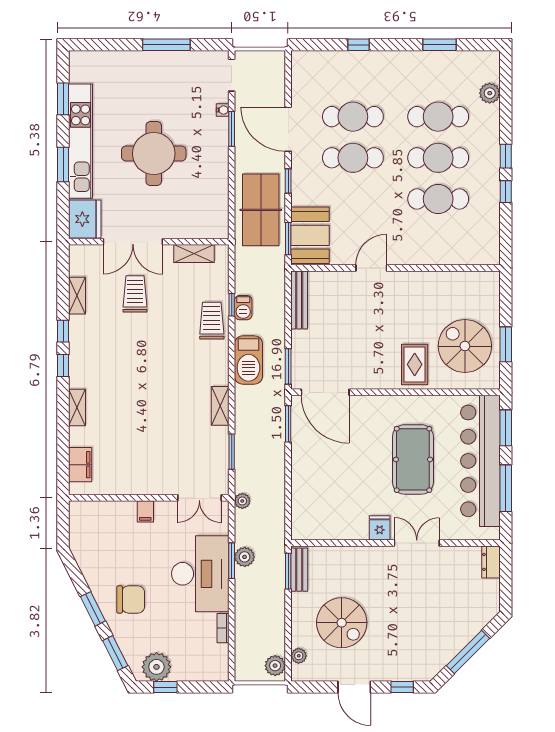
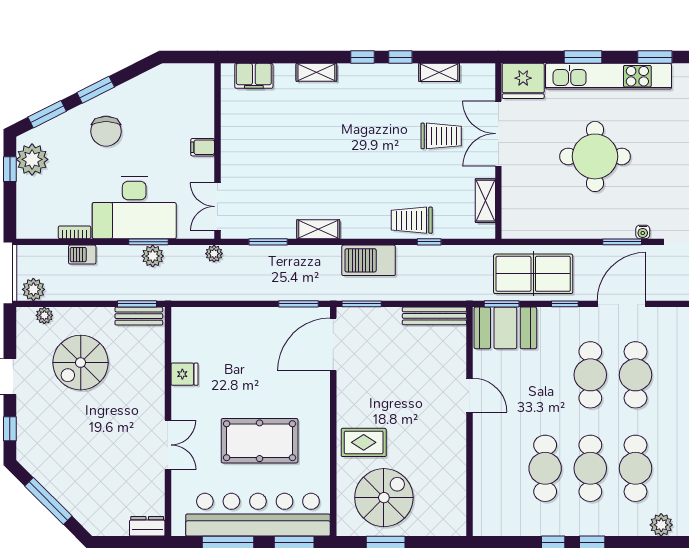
barbecue: (243, 308) -> (82, 255), moved
trolley: (212, 321) -> (412, 220), turned 180
fridge: (380, 528) -> (184, 374), moved

